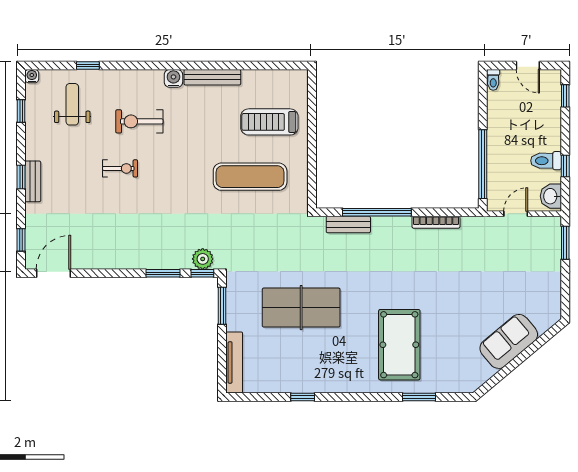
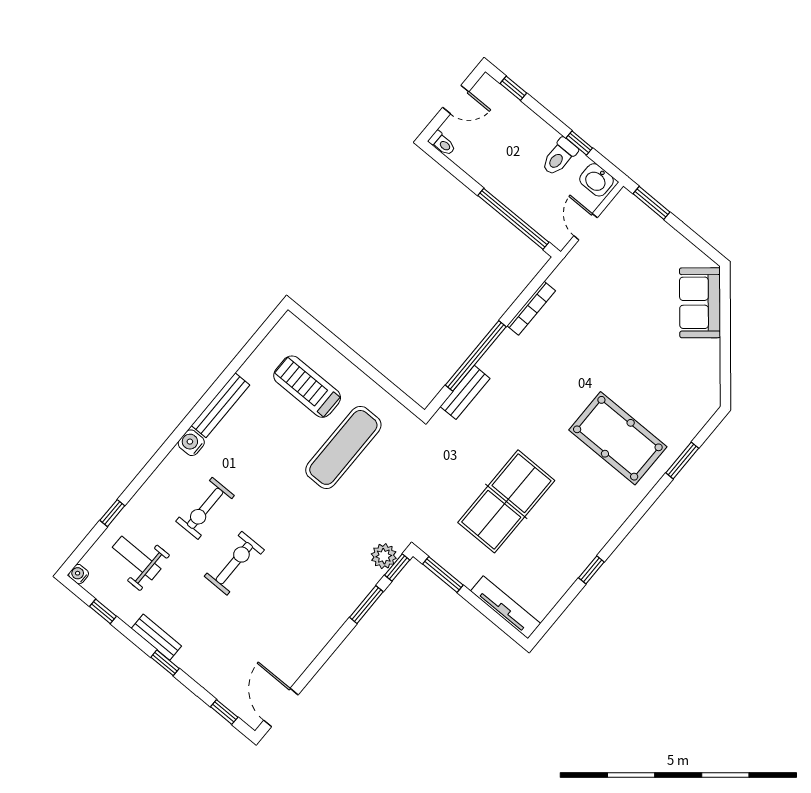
treadmill: (269, 122) -> (307, 387), turned 90
exercise bike: (120, 168) -> (234, 563), width x1.38, depth x1.39
bench: (33, 181) -> (156, 637), moved
sofa: (509, 341) -> (700, 303), moved

